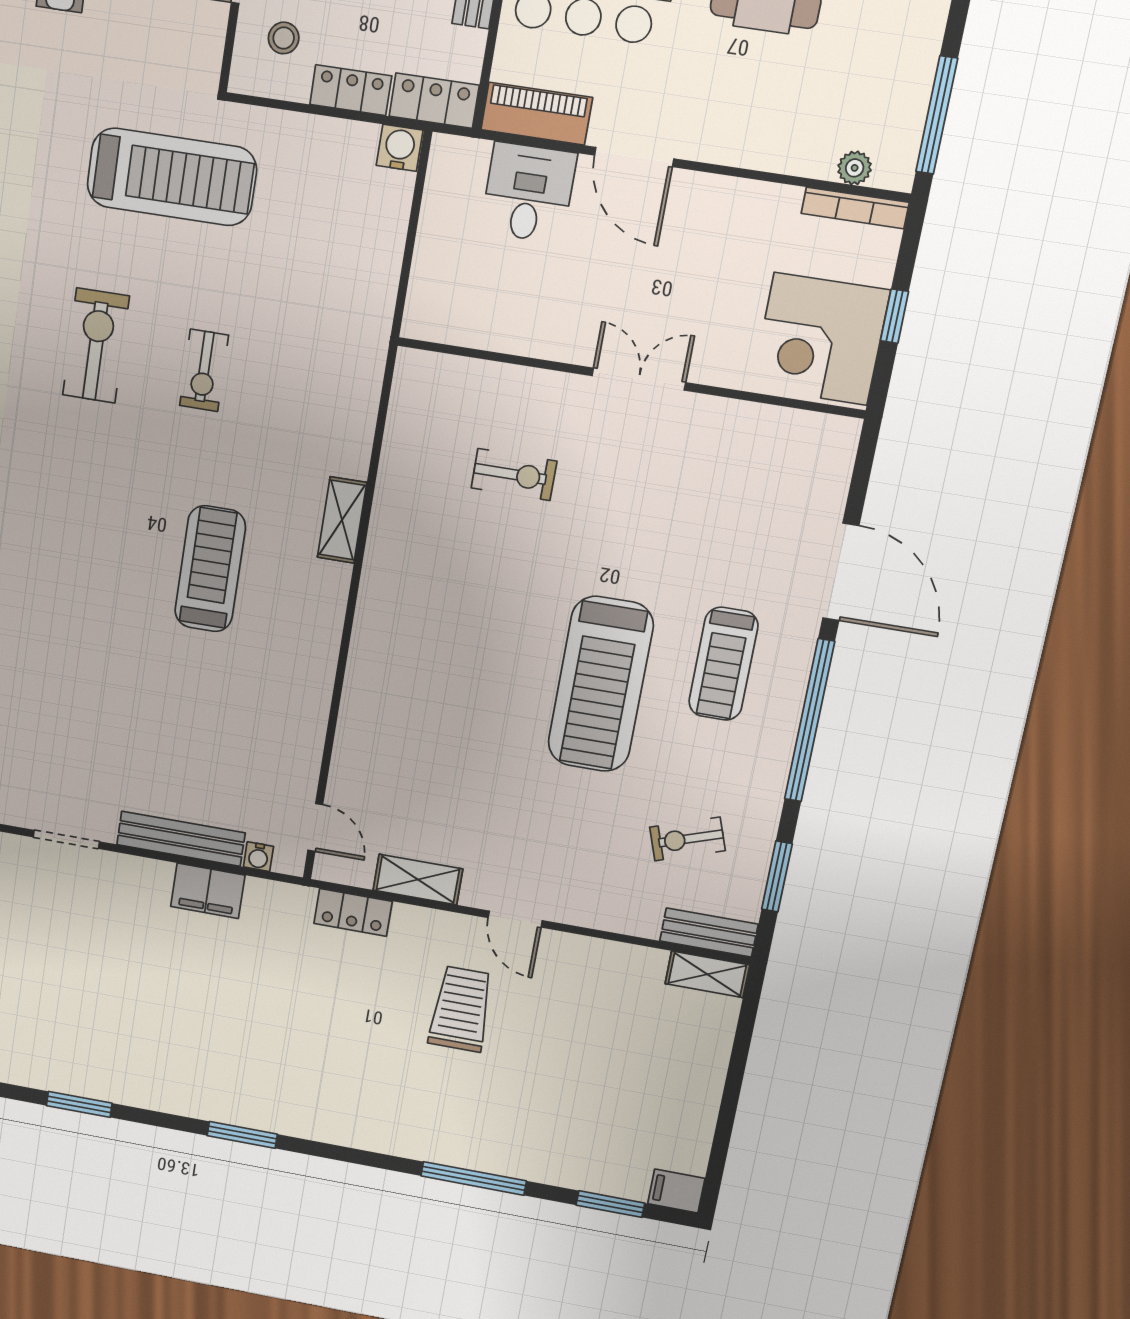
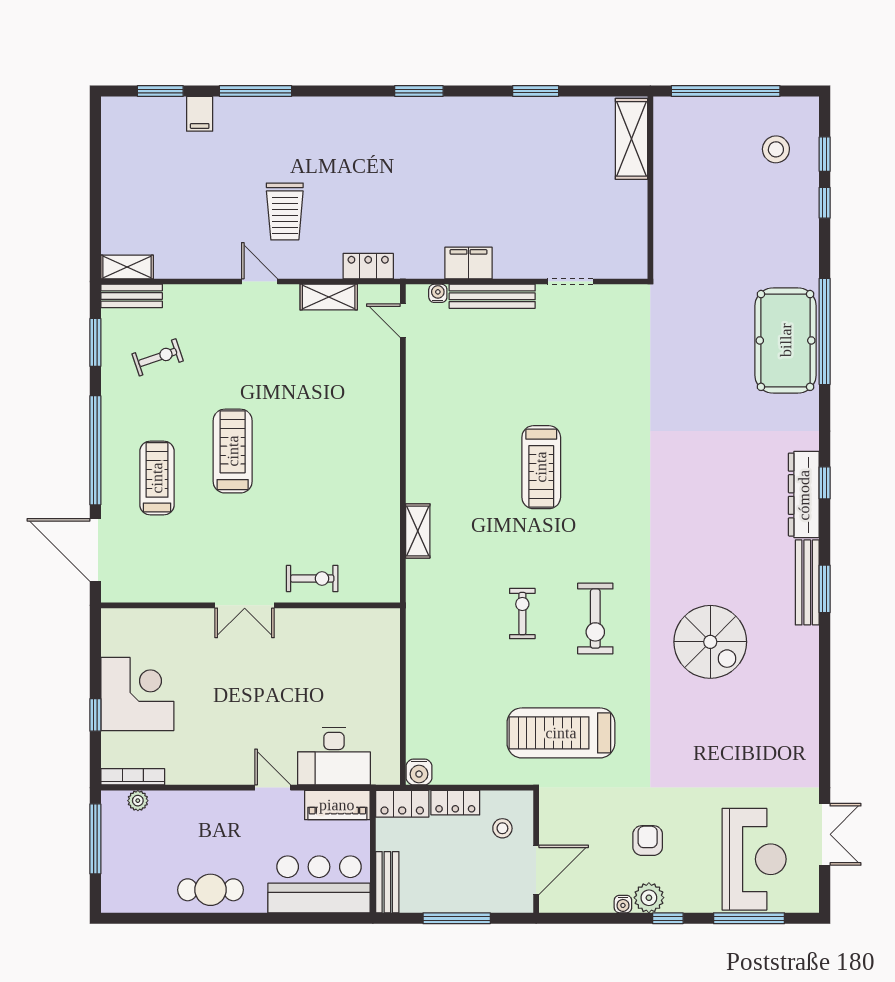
door: (634, 157) -> (273, 788), width x0.73
desk: (528, 193) -> (334, 756), width x1.37
wall: (630, 378) -> (250, 605), moved
double door: (639, 379) -> (245, 605), moved
exercise bike: (514, 475) -> (312, 578), turned 180
treadmill: (210, 569) -> (541, 467), moved
treadmill: (601, 684) -> (233, 451), width x0.73, depth x0.73
filing cabinet: (676, 1191) -> (200, 114), moved, turned 90

